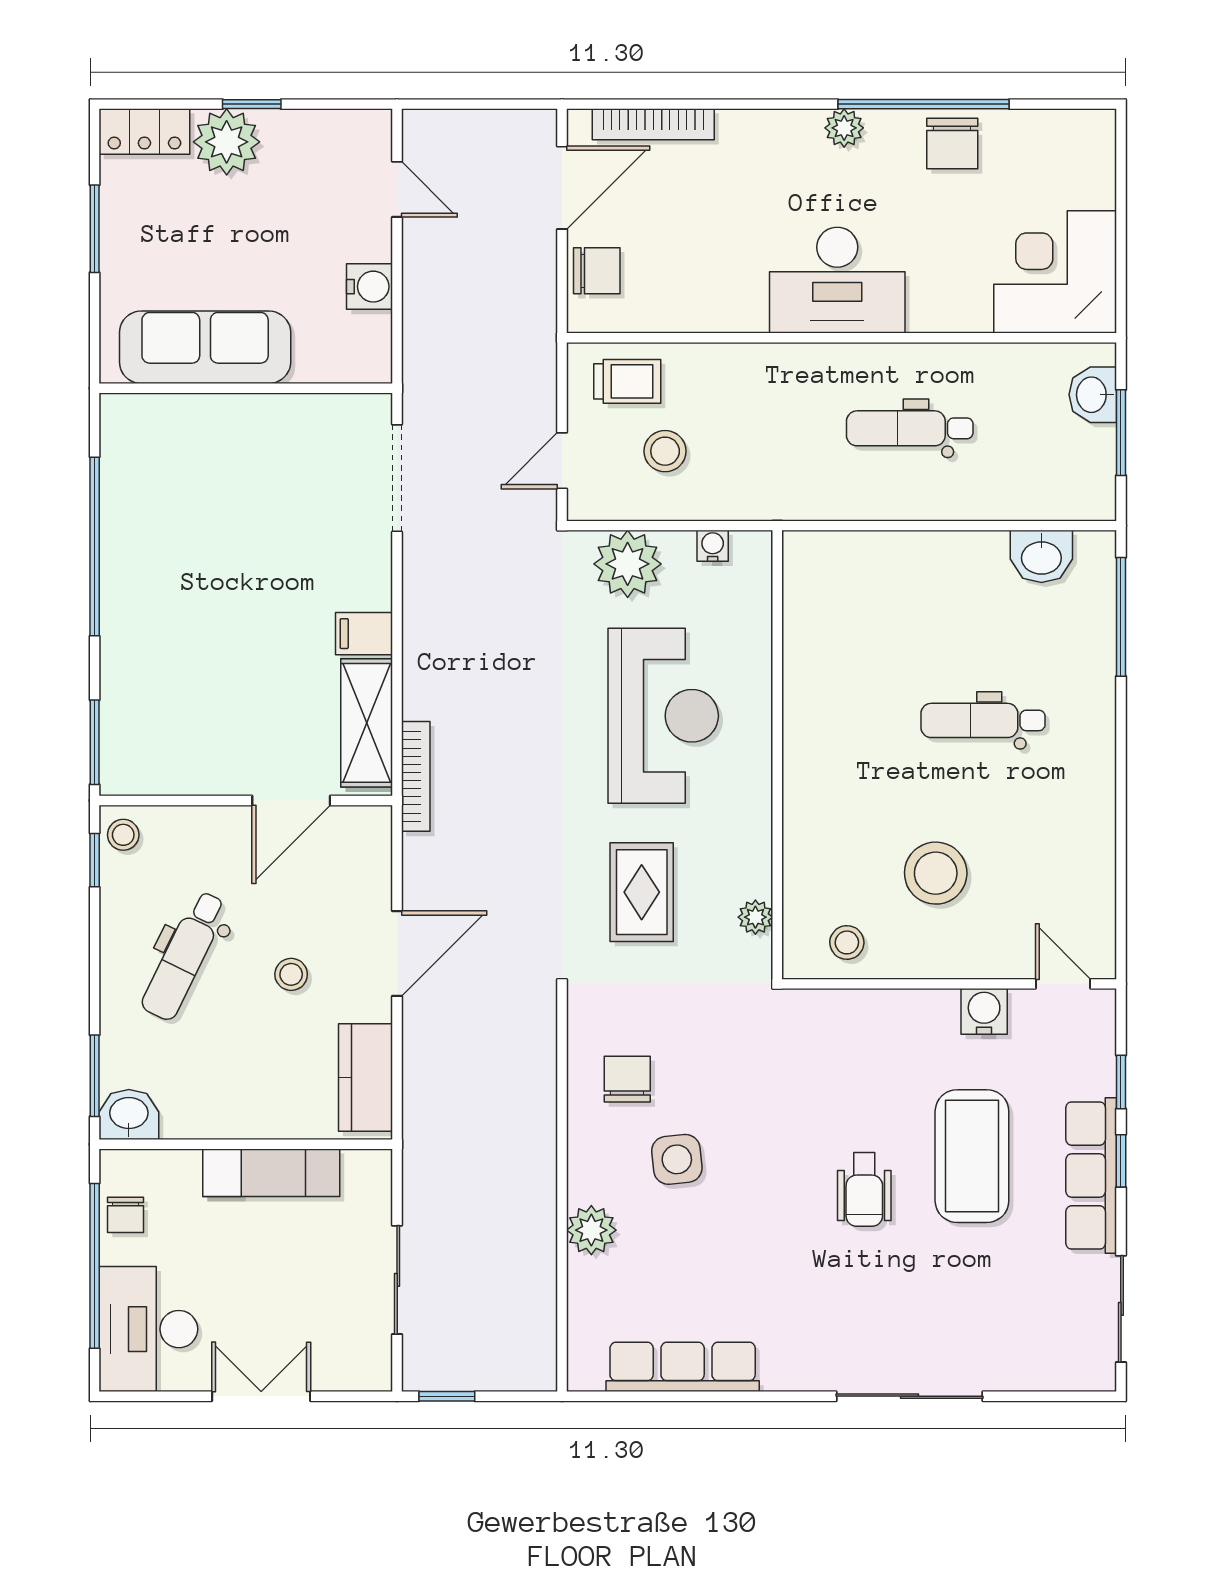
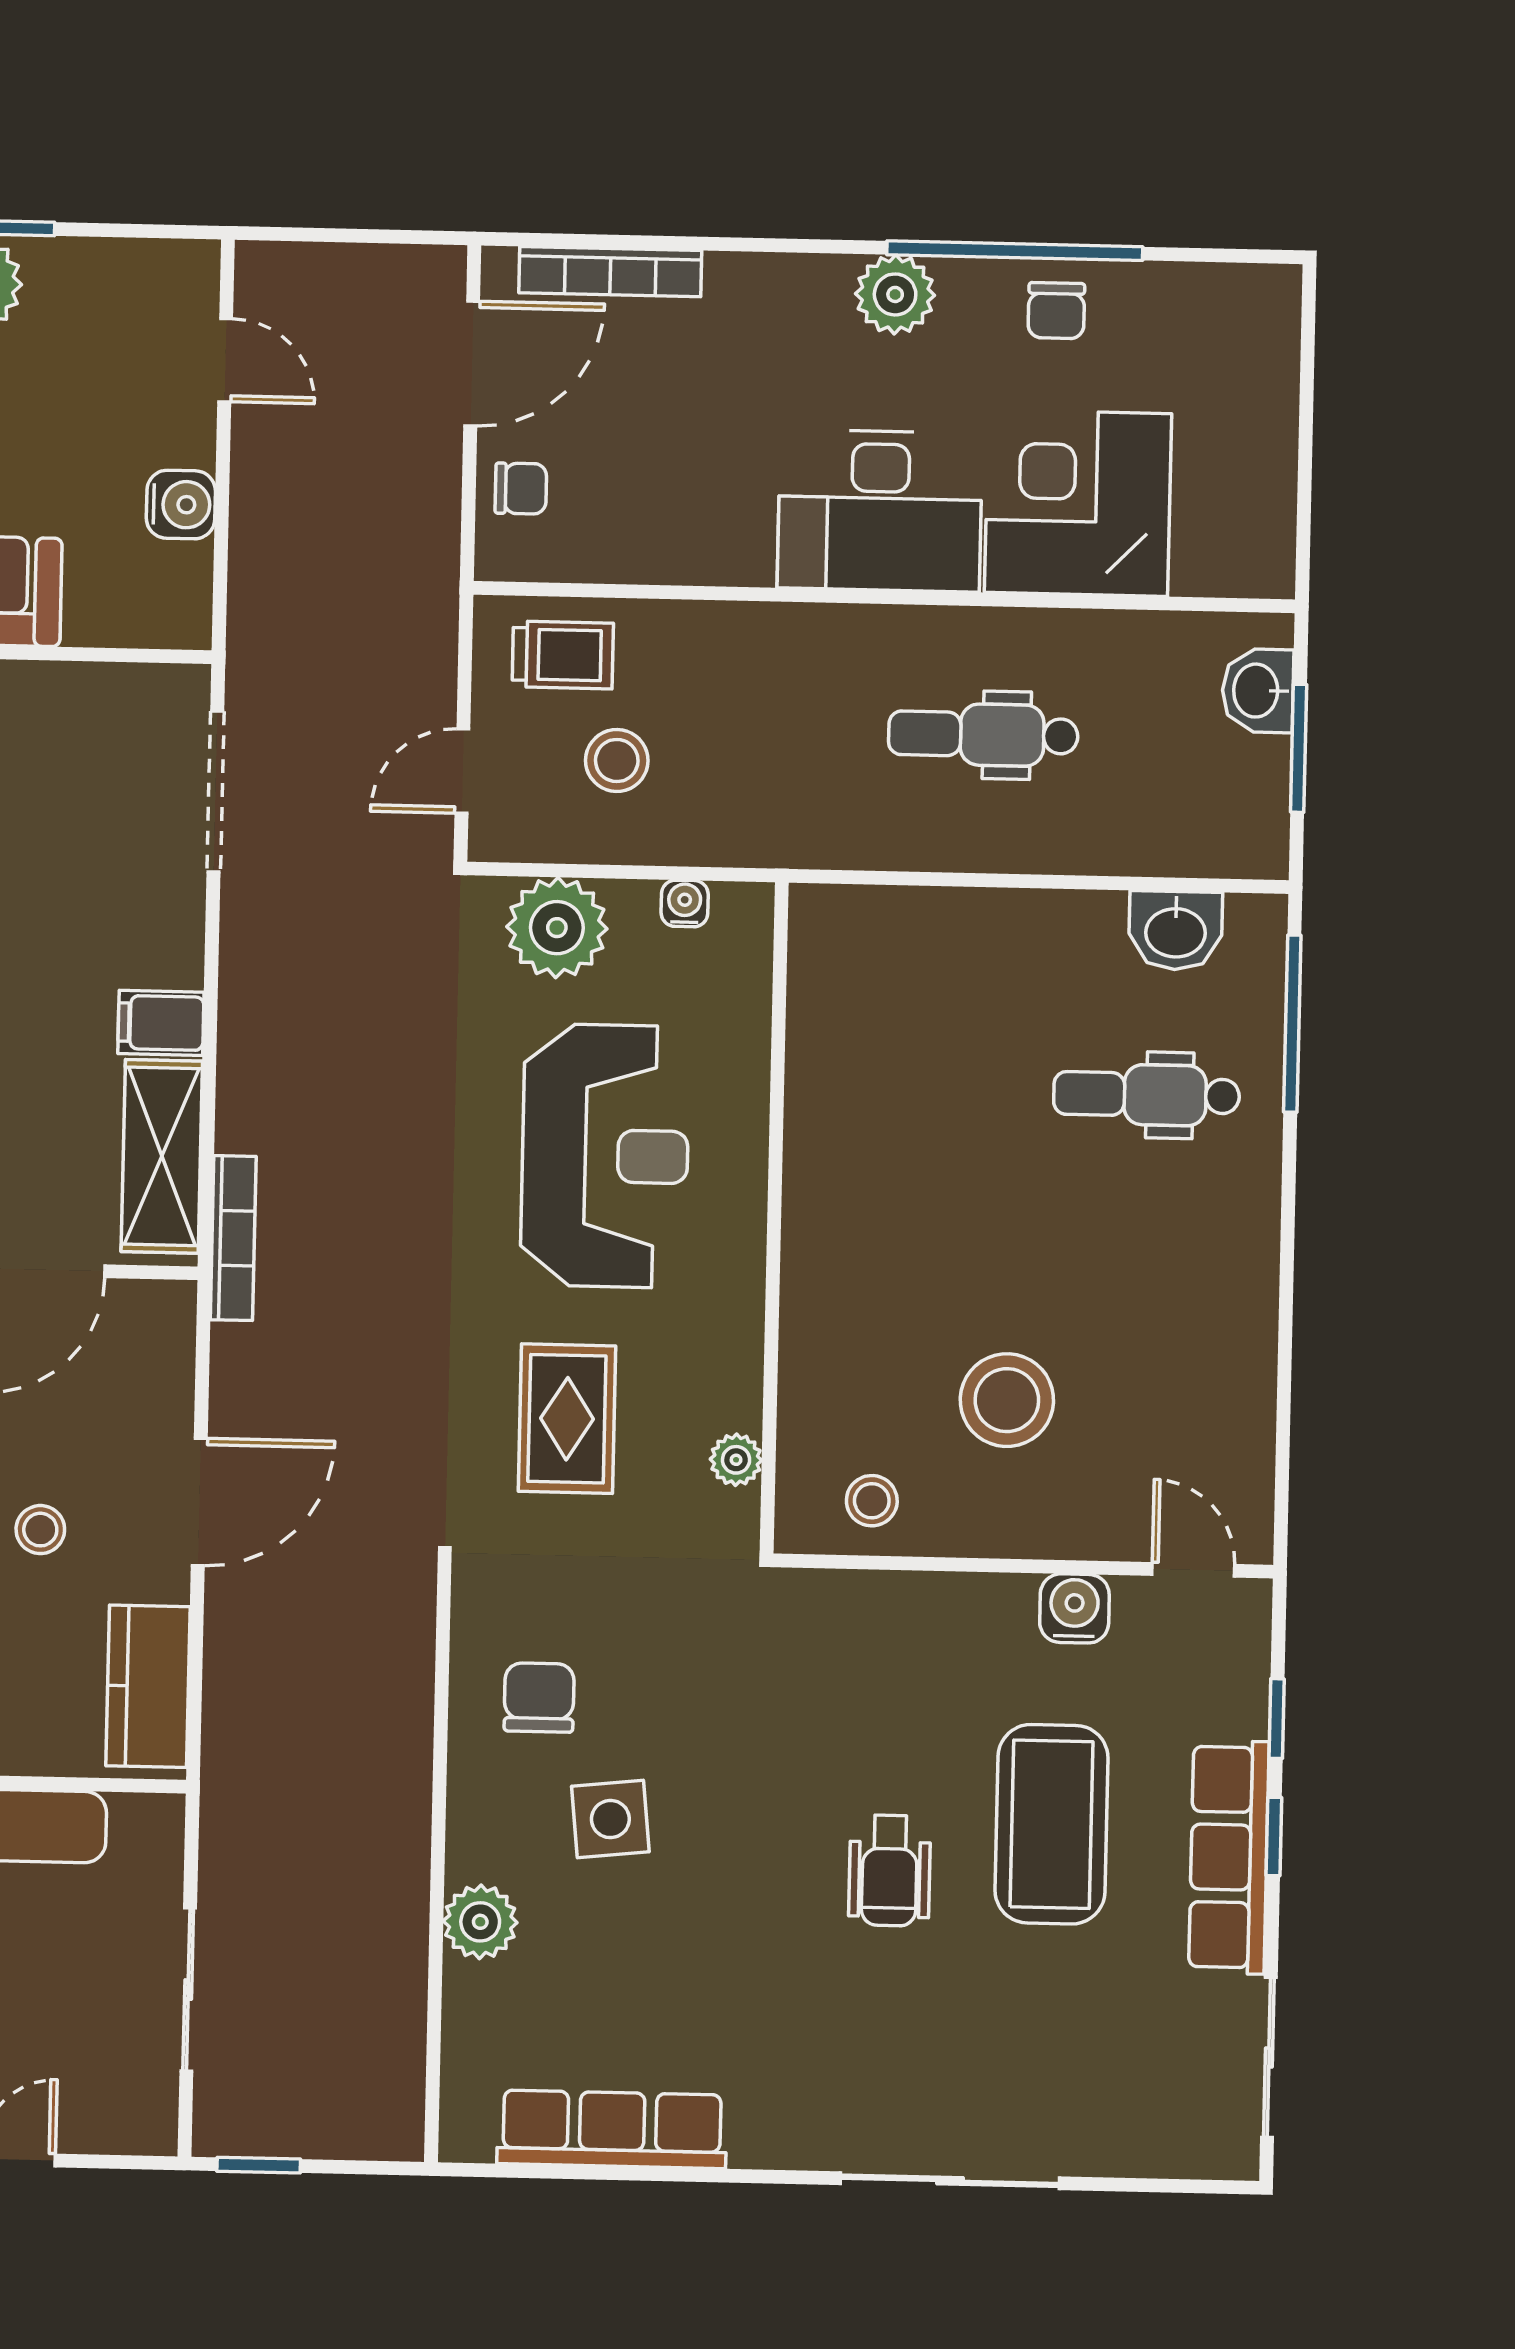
plant: (844, 128) -> (895, 294), width x1.38, depth x1.38
chair: (952, 144) -> (1056, 311), width x0.73, depth x0.73
chair: (597, 271) -> (521, 489), width x0.73, depth x0.73
corner desk: (1055, 272) -> (1078, 503), moved
dental chair: (983, 720) -> (1147, 1095), moved

